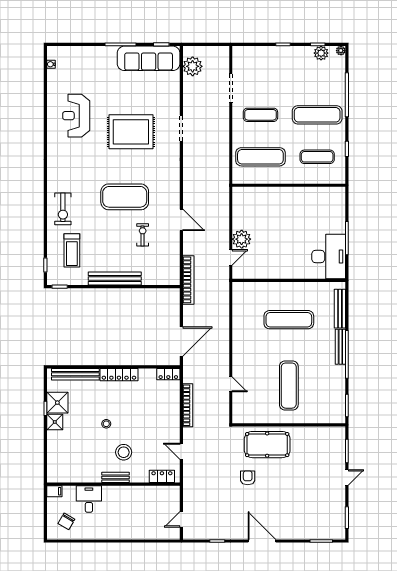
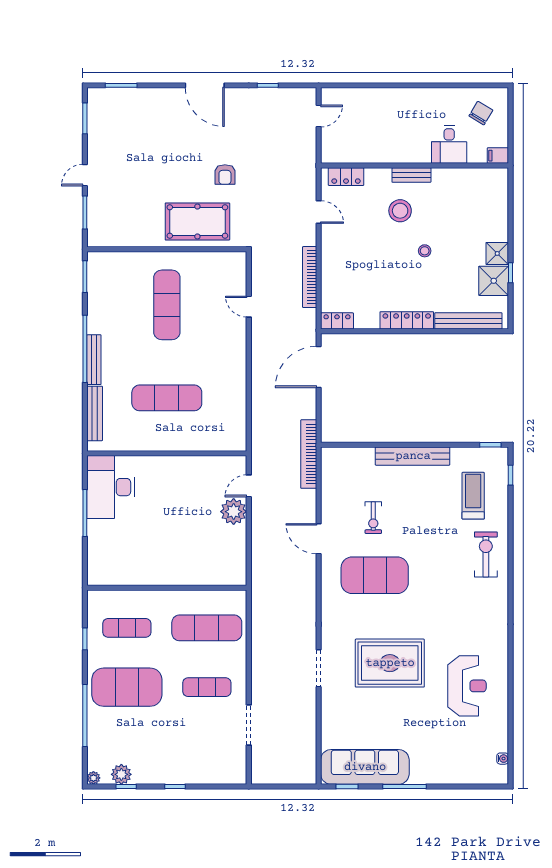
plant: (193, 66) -> (303, 756), removed
exercise mat: (317, 115) -> (127, 687), width x1.47
exercise mat: (125, 197) -> (375, 575), moved

